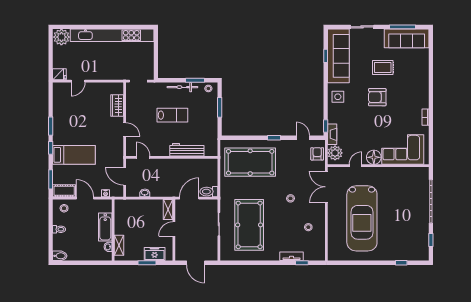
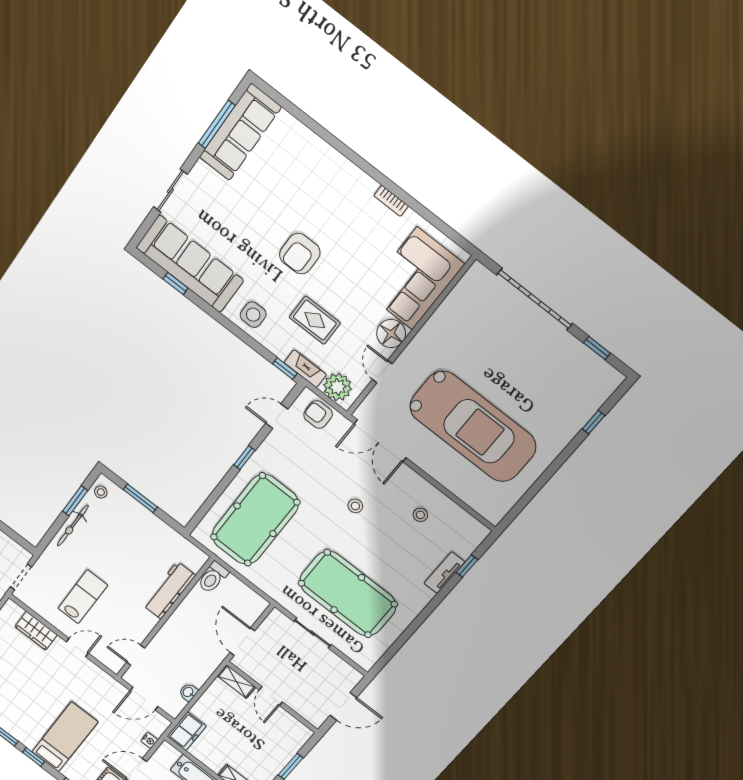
rug: (383, 68) -> (315, 320), moved, turned 90
lab bench: (172, 115) -> (83, 597), moved
toilet: (209, 192) -> (213, 578), moved
freezer: (155, 254) -> (187, 731), moved, turned 180

